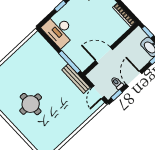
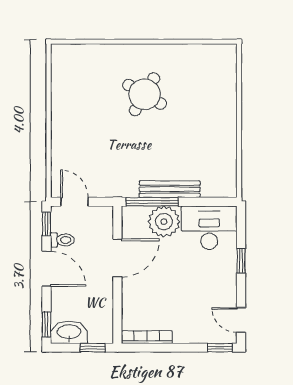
plant: (73, 50) -> (164, 222), added
bench: (76, 79) -> (170, 189), moved
round table: (31, 104) -> (145, 94), turned 30

